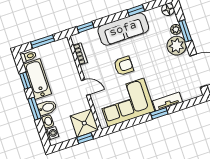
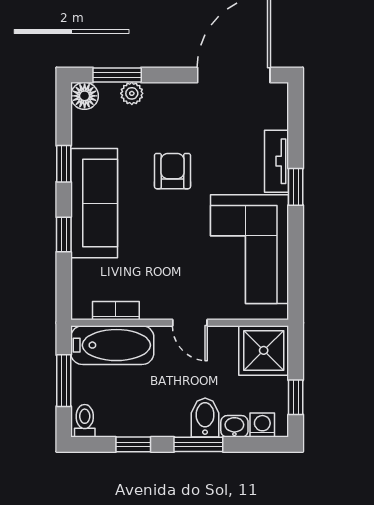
window: (85, 27) -> (64, 234), moved
window: (185, 31) -> (117, 75), moved
plant: (177, 46) -> (166, 103), removed
armchair: (124, 66) -> (172, 171), moved
bathtub: (37, 79) -> (112, 345), moved, turned 180
door: (86, 87) -> (190, 323), swing flipped
window: (85, 138) -> (296, 397), moved

